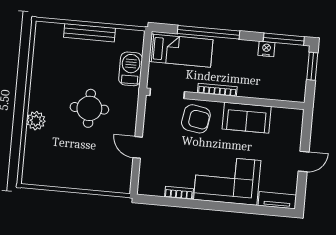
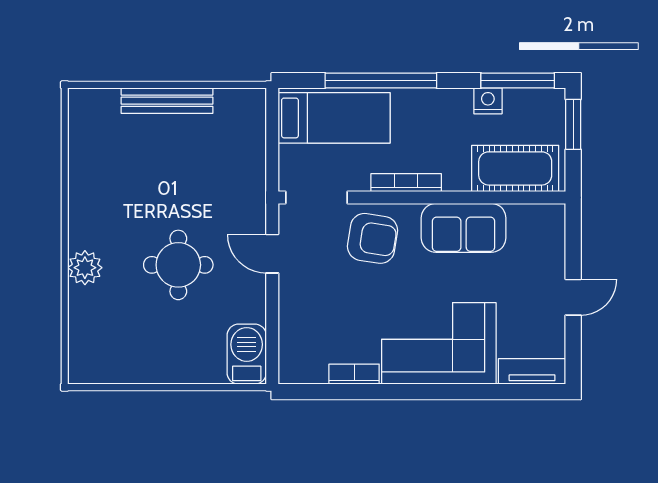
barbecue: (131, 69) -> (247, 354), moved
cot: (278, 88) -> (515, 168), added
round table: (89, 108) -> (178, 265), moved
door: (138, 147) -> (272, 254), moved

